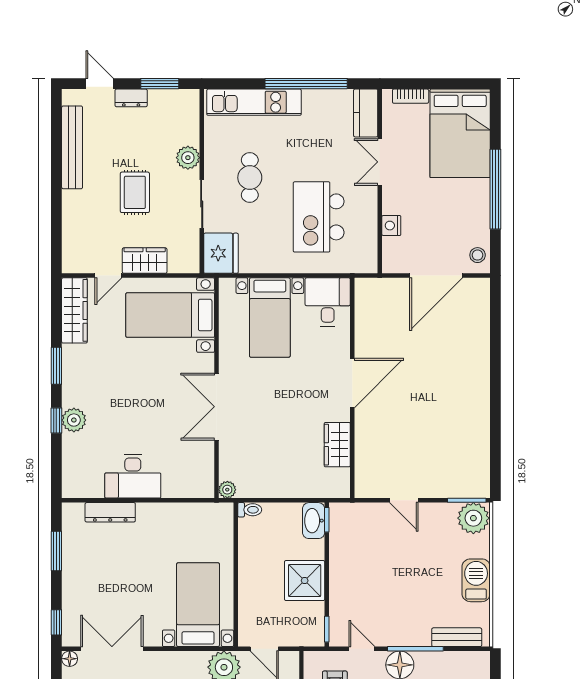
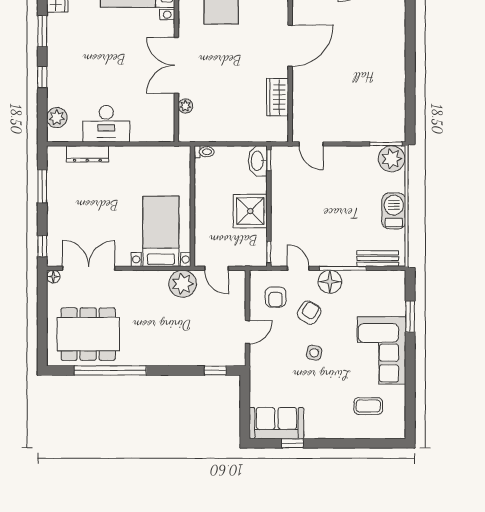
plant: (74, 420) -> (57, 118), moved
plant: (227, 490) -> (185, 106), moved
door: (404, 500) -> (311, 144), moved

